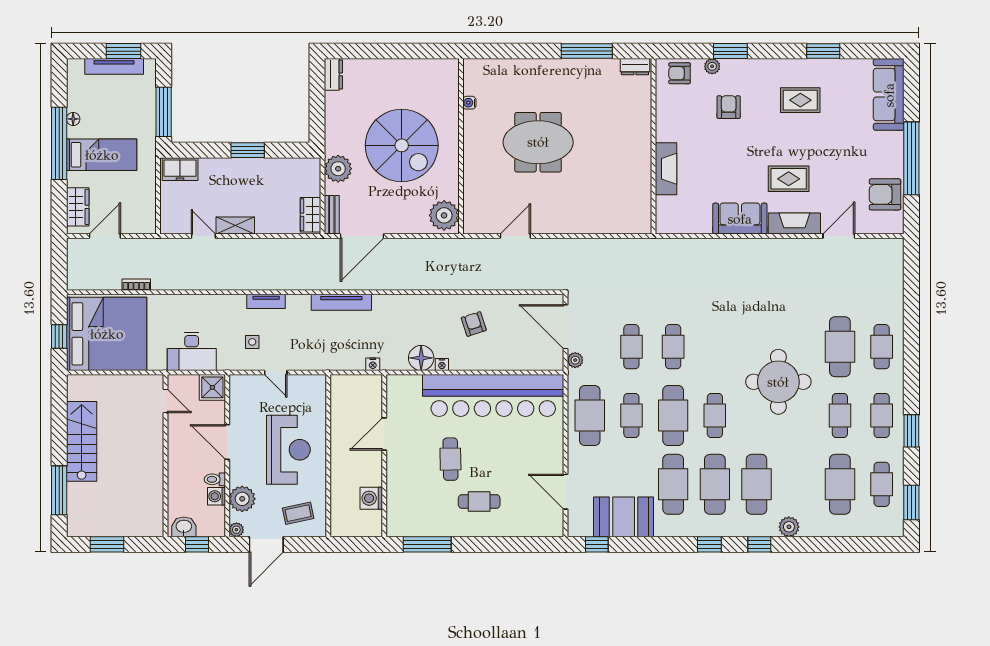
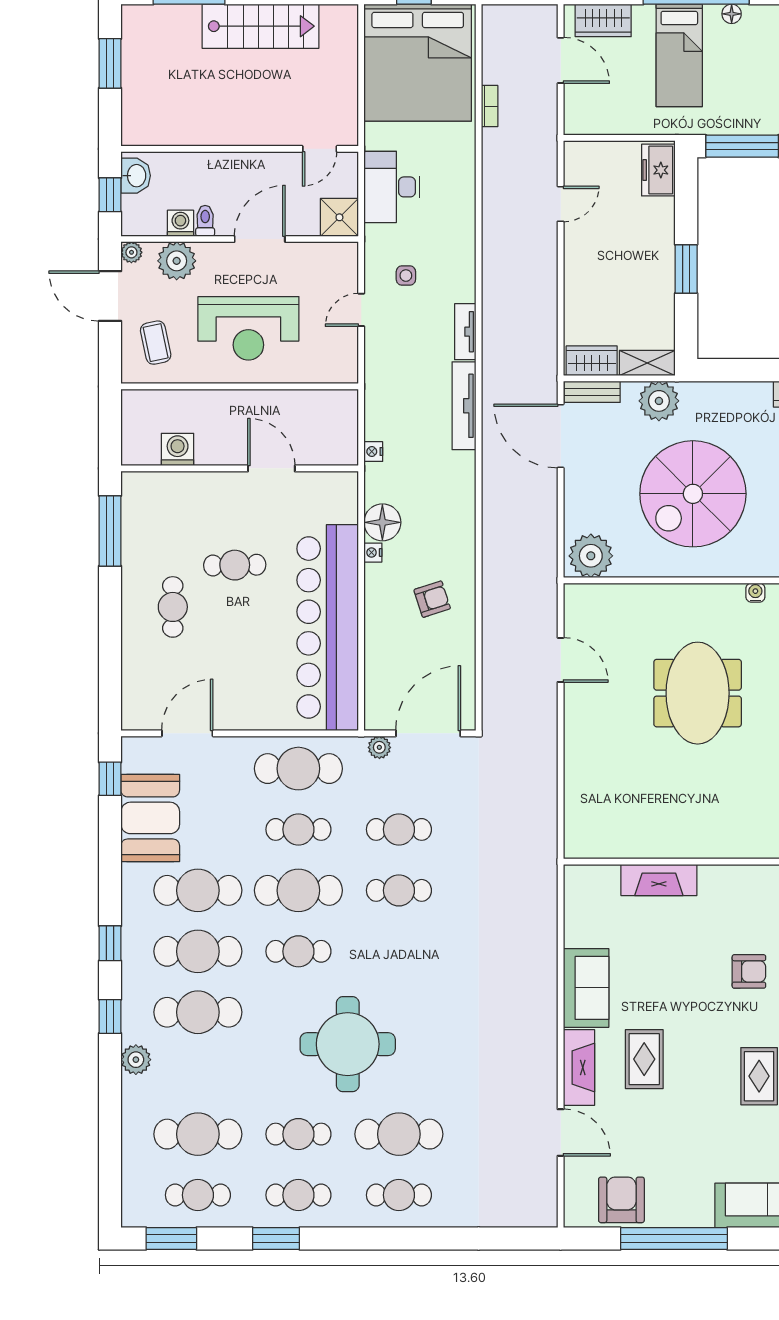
shelving: (235, 226) -> (647, 363), moved, turned 90
tv unit: (266, 301) -> (465, 332), moved

